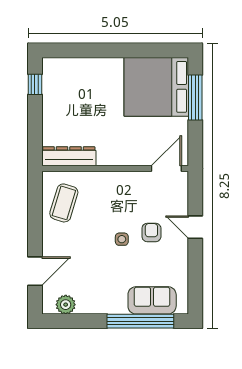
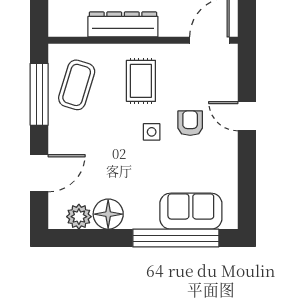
dresser: (69, 156) -> (123, 24), moved
rug: (113, 200) -> (141, 81), added
window: (35, 210) -> (39, 94), added
floor lamp: (88, 303) -> (108, 214), added

